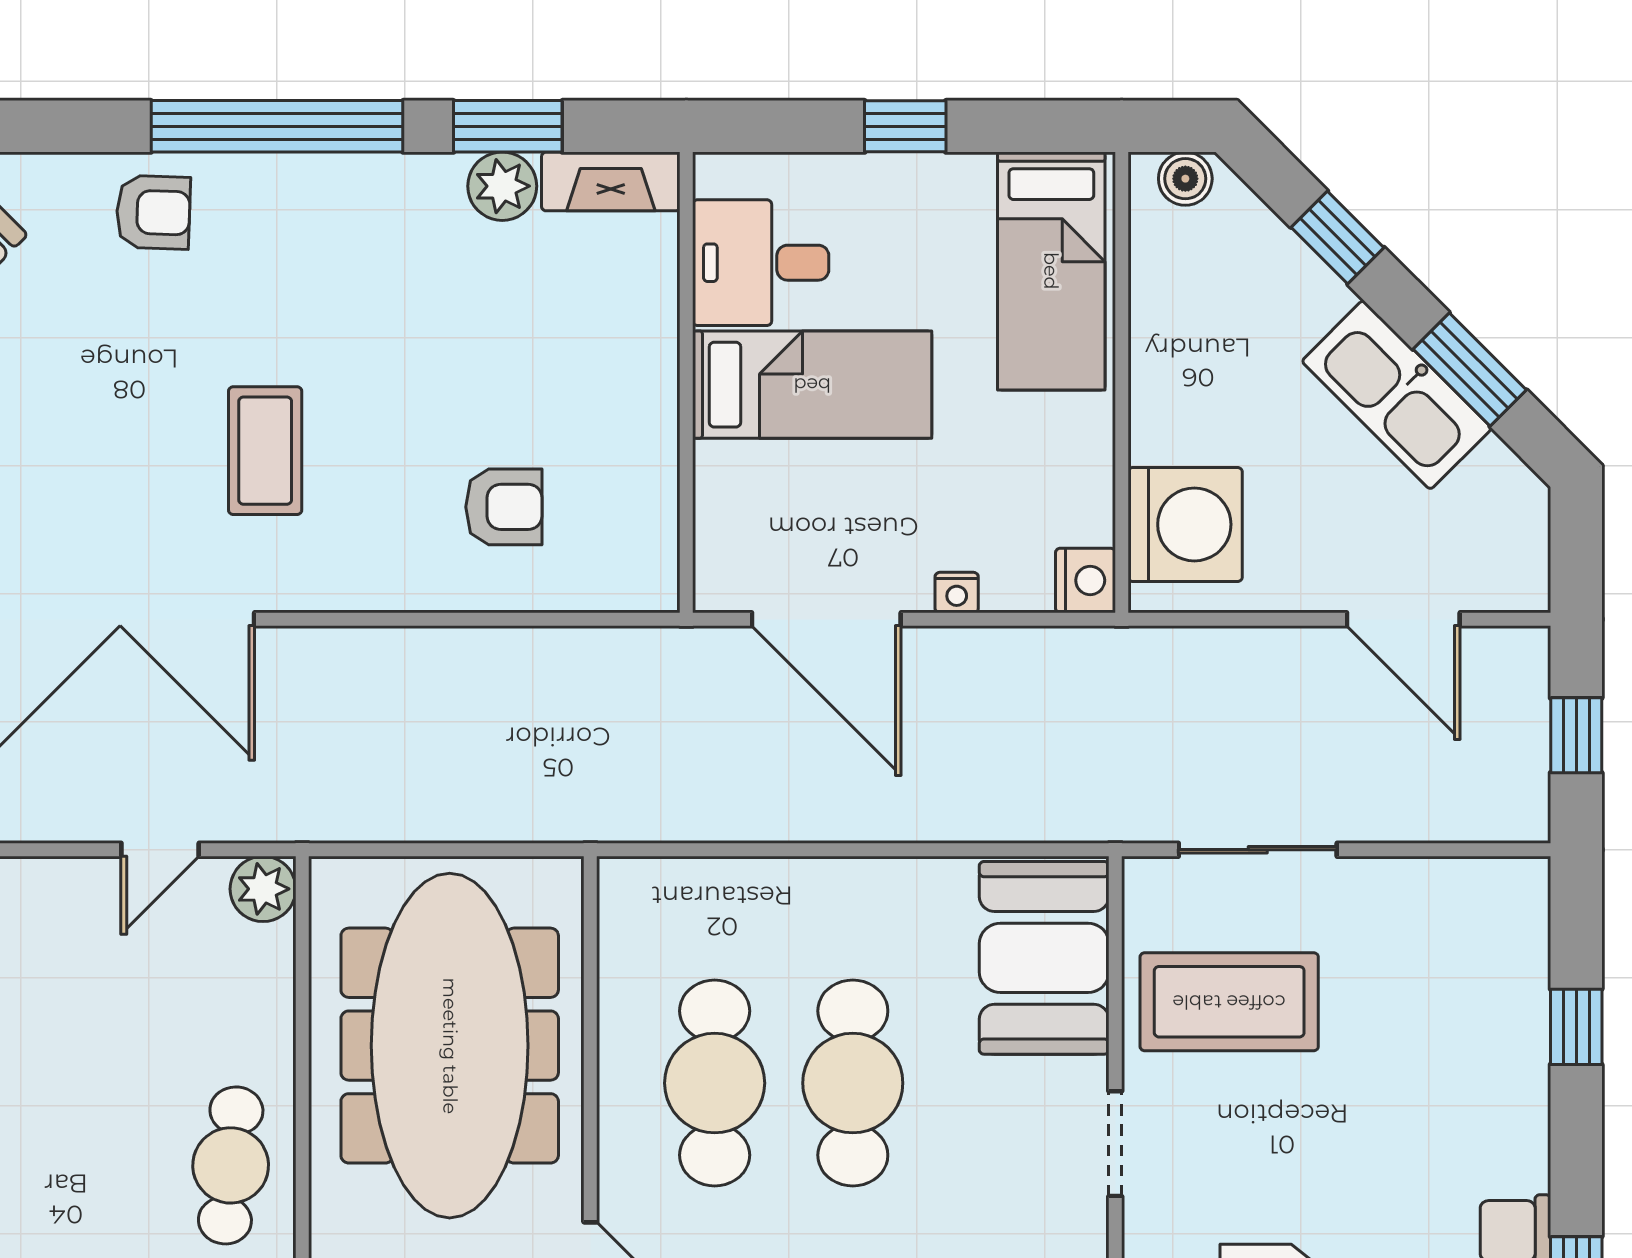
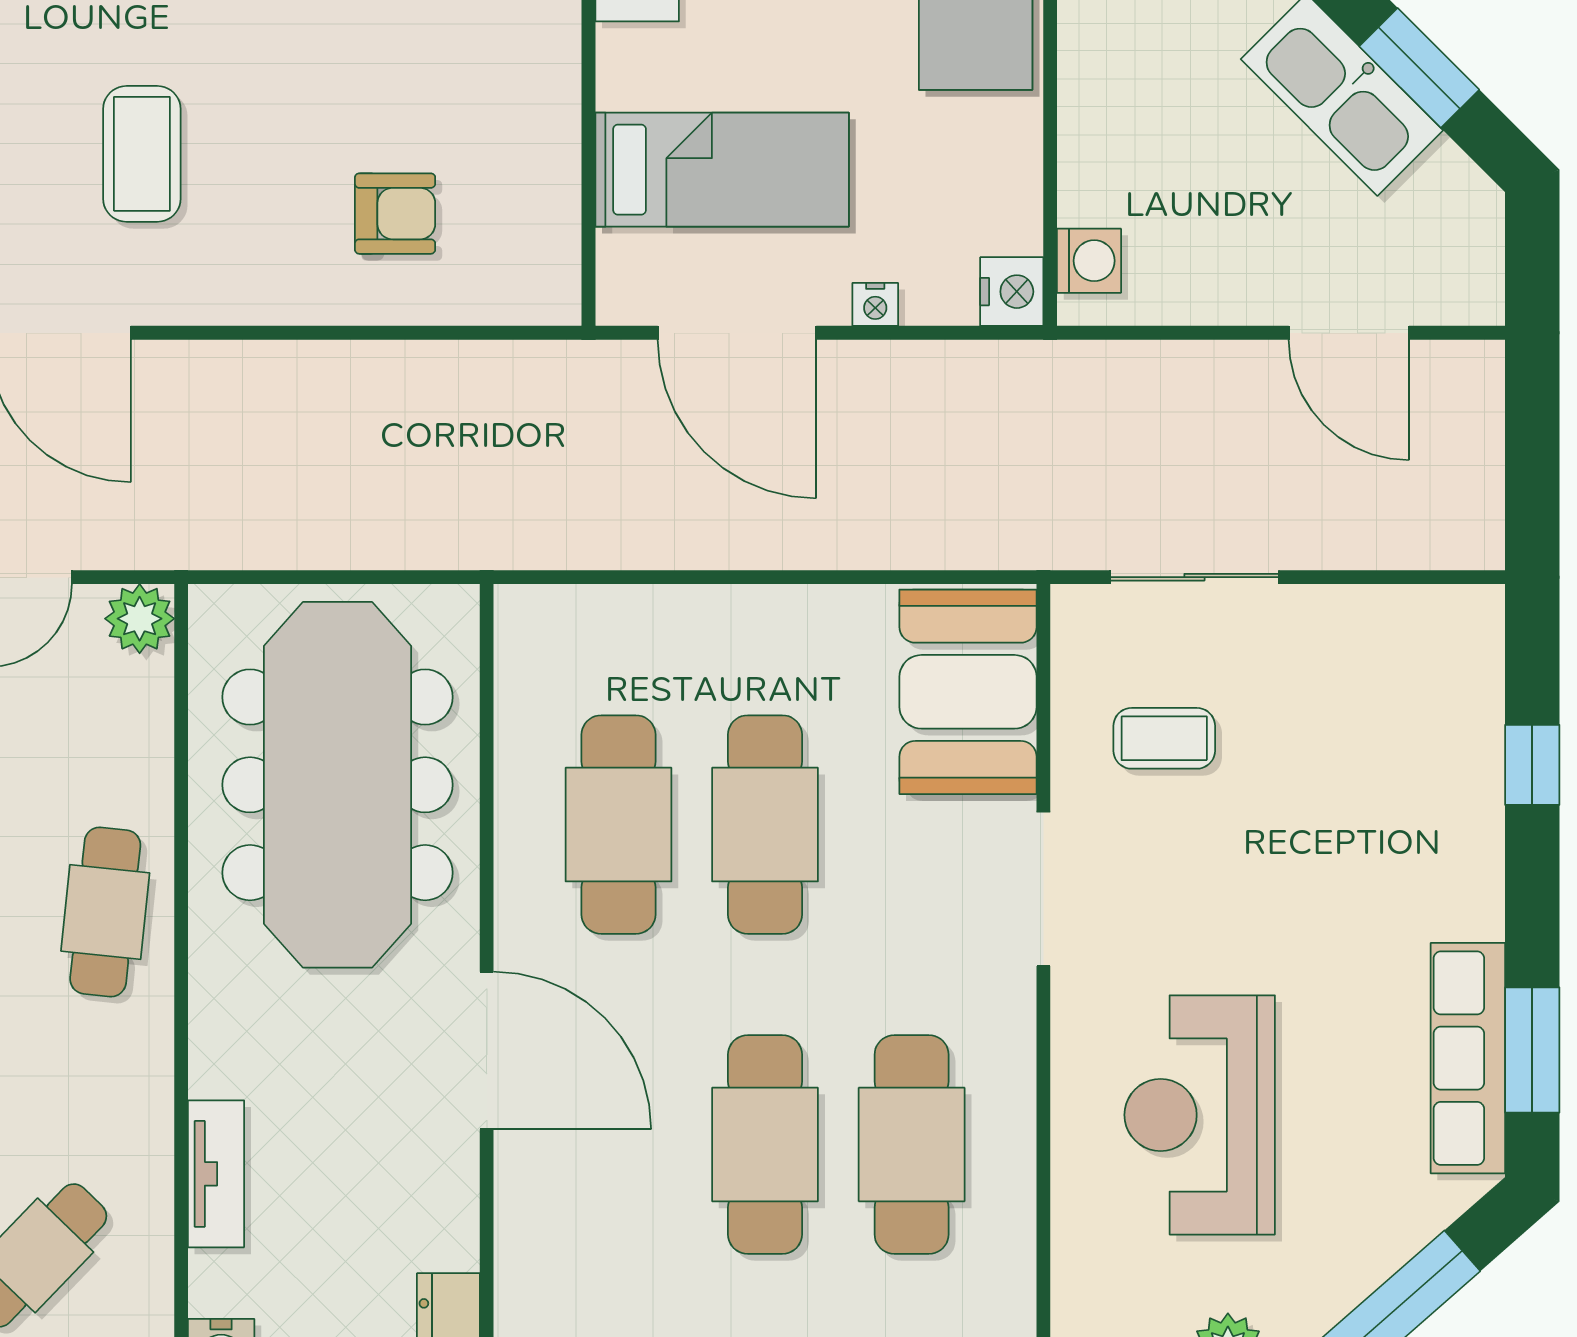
bed: (812, 385) -> (722, 170), moved
washing machine: (1185, 524) -> (1089, 261), width x0.53, depth x0.53
window: (1576, 735) -> (1532, 456), removed
coffee table: (1229, 1002) -> (1164, 738), width x0.54, depth x0.58
doorway: (1115, 1144) -> (1043, 889), width x1.38

